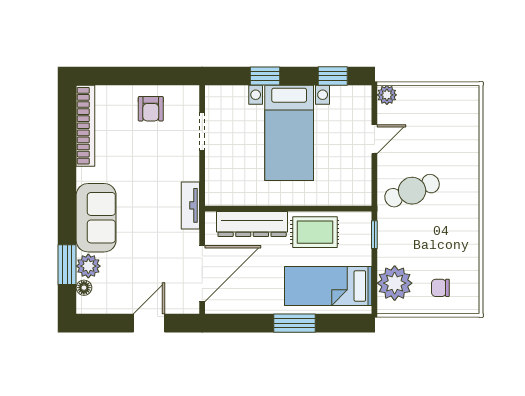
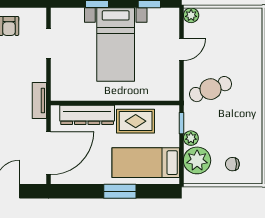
plant: (387, 254) -> (191, 138), added

